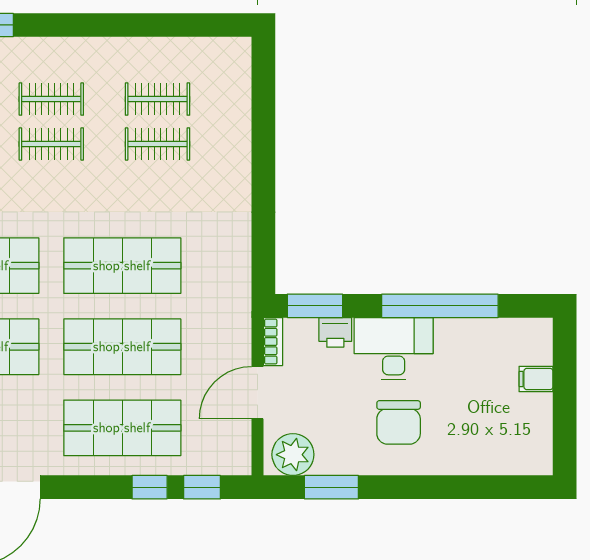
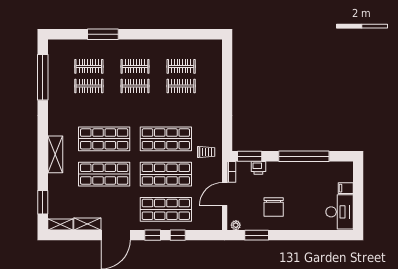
trolley: (215, 296) -> (206, 152), added
desk: (394, 349) -> (339, 212), moved, turned 90
chair: (399, 422) -> (274, 207), moved
plant: (293, 455) -> (236, 225), width x0.53, depth x0.53
window: (202, 487) -> (153, 235), moved

